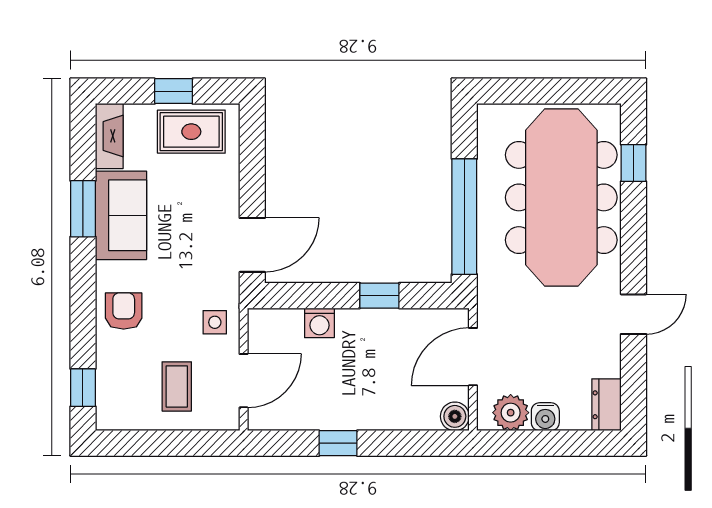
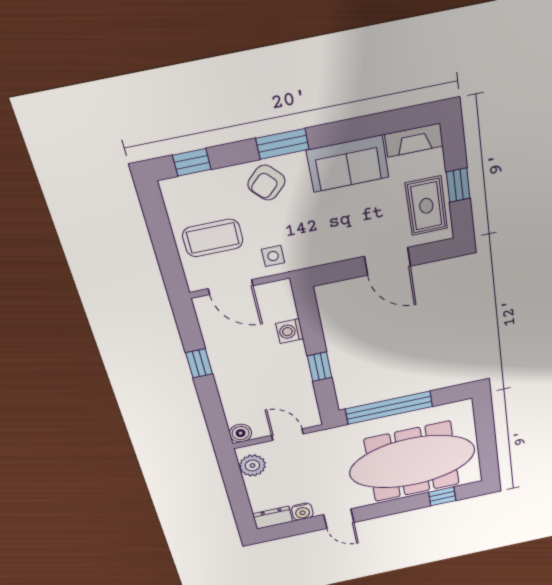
window: (83, 209) -> (282, 144), moved
door: (252, 245) -> (387, 261), moved
armchair: (124, 311) -> (266, 183), turned 136
door: (473, 357) -> (287, 435), width x0.73
coffee table: (177, 386) -> (213, 238), width x1.36, depth x1.30
water cooler: (545, 417) -> (302, 512), moved, turned -90

